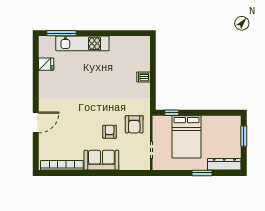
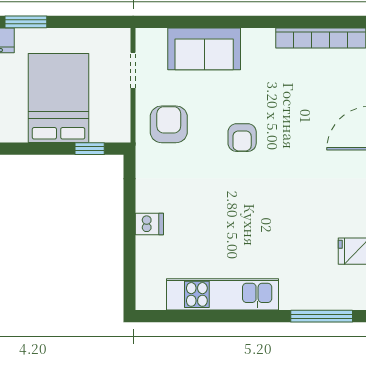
kitchen unit: (82, 43) -> (222, 294), moved
armchair: (110, 132) -> (242, 138), moved
sofa: (101, 160) -> (204, 49), moved

